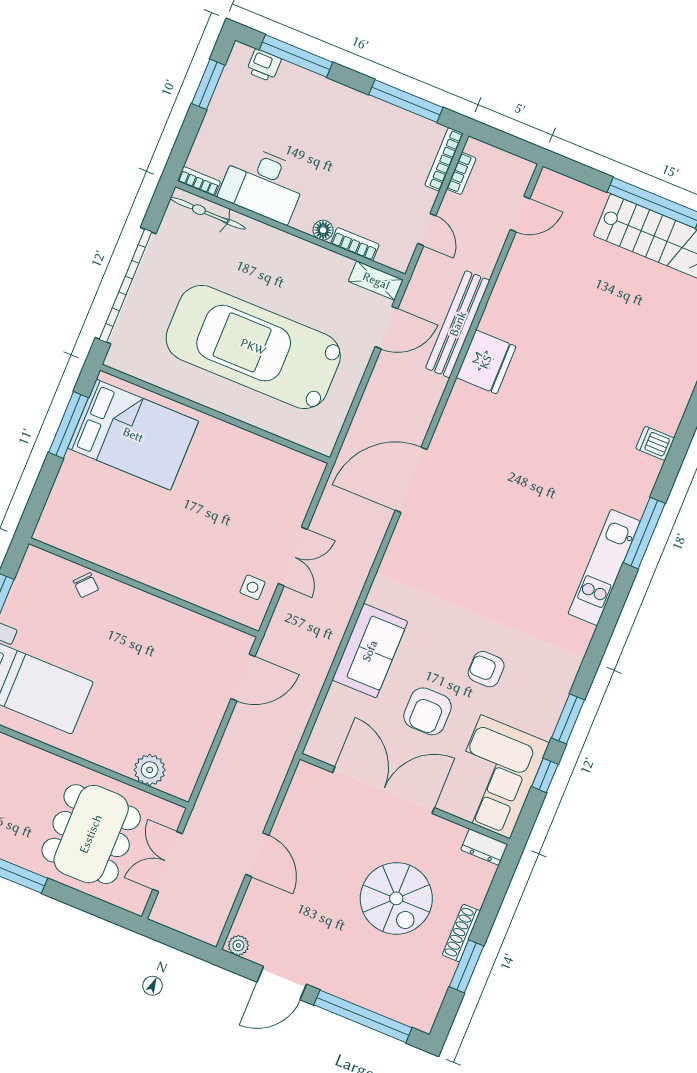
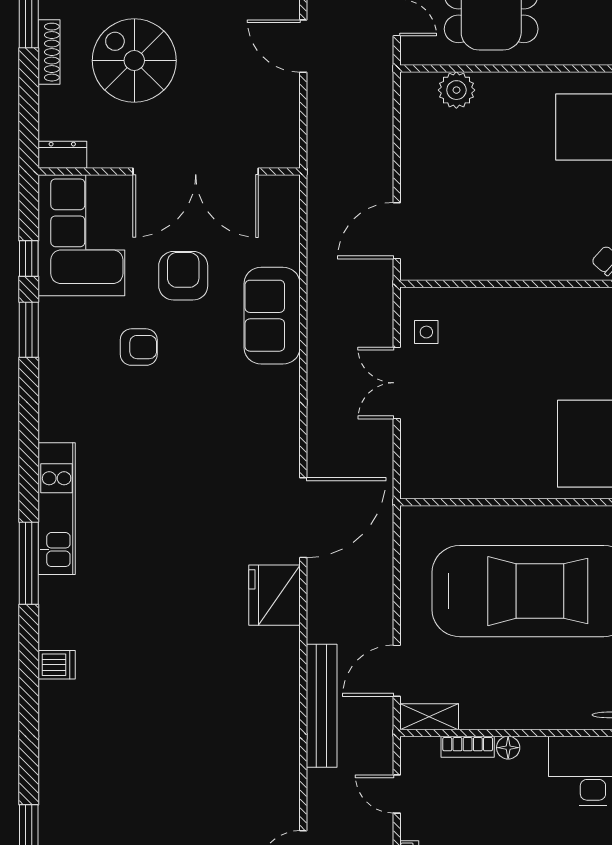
fridge: (486, 362) -> (274, 595), moved

